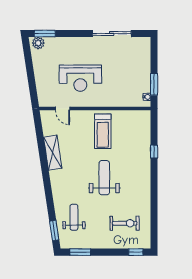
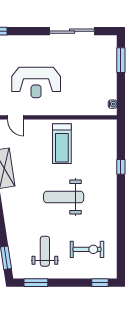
window: (154, 84) -> (121, 60), moved
weight bench: (104, 178) -> (64, 197), turned -90
weight bench: (74, 217) -> (45, 251), moved

